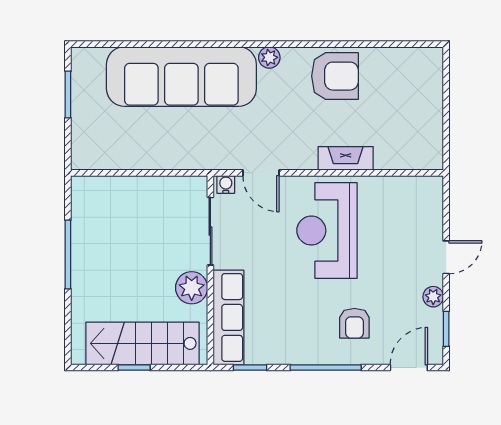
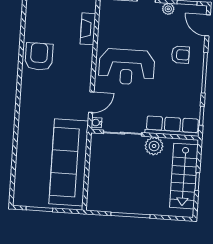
plant: (269, 57) -> (26, 93), removed
sofa: (181, 77) -> (69, 162), moved, turned 180
fireplace: (346, 158) -> (88, 29), moved

